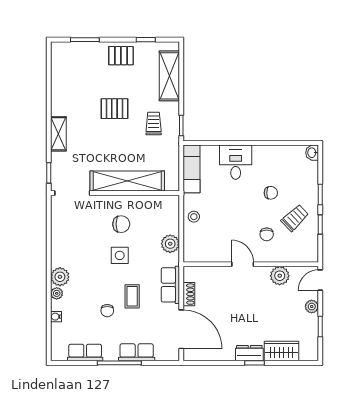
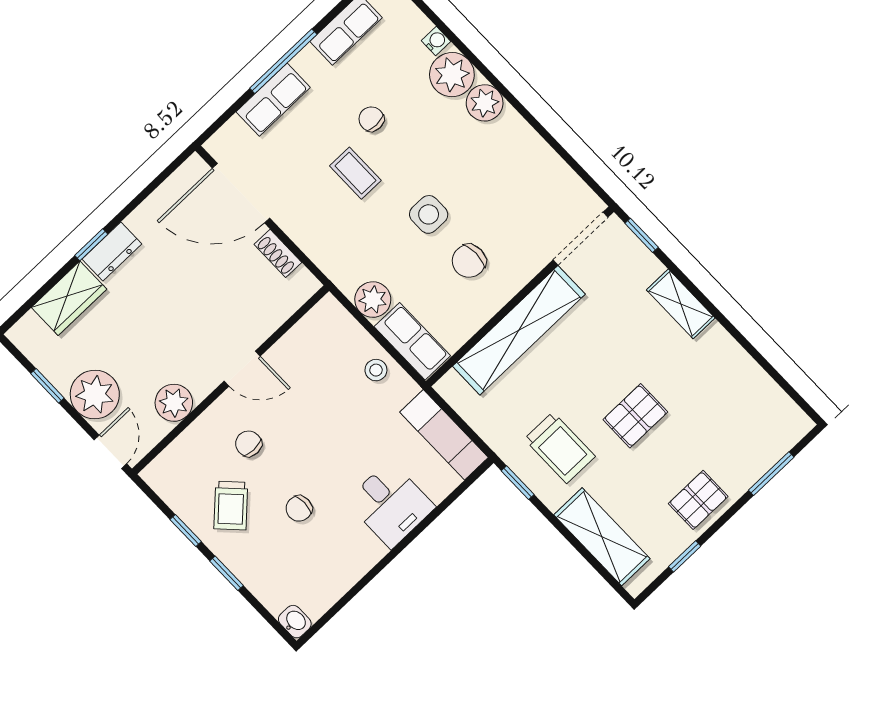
trolley: (154, 123) -> (560, 448), width x1.36, depth x1.39
row of seats: (170, 285) -> (412, 341), moved
plant: (57, 293) -> (452, 75), width x1.87, depth x1.87
plant: (312, 307) -> (95, 395), width x1.87, depth x1.87

